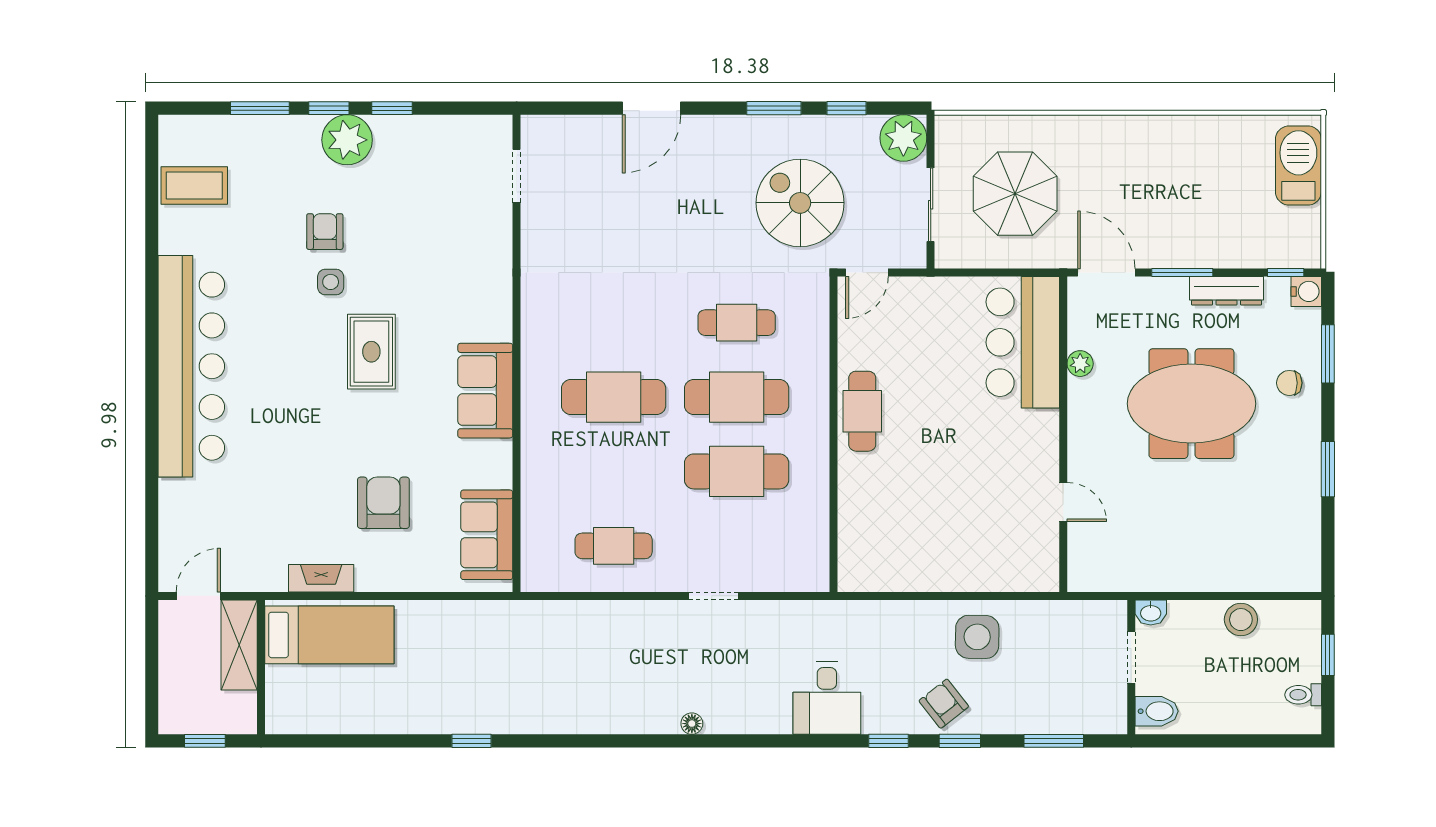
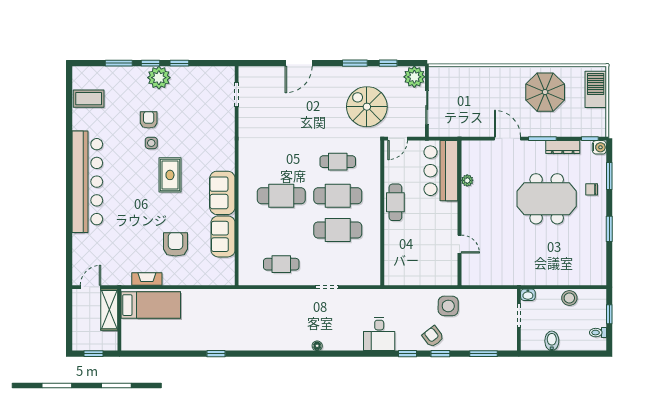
parasol: (1015, 194) -> (545, 92), moved
bar counter: (1023, 342) -> (441, 171), moved
plant: (1080, 364) -> (467, 180), moved
wall: (1063, 434) -> (460, 213), moved
door: (1063, 502) -> (460, 244), moved
sofa: (487, 535) -> (223, 236), moved
bidet: (1157, 711) -> (552, 341), moved, turned -90

